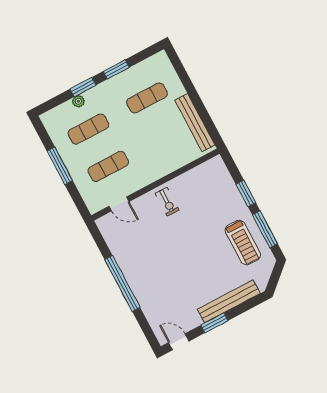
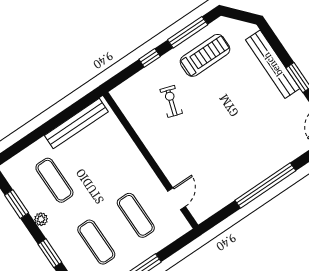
window: (116, 69) -> (17, 204), moved
plant: (78, 101) -> (41, 219), moved
window: (246, 193) -> (150, 58), width x0.67
exercise bike: (167, 202) -> (171, 101), moved, turned -72

